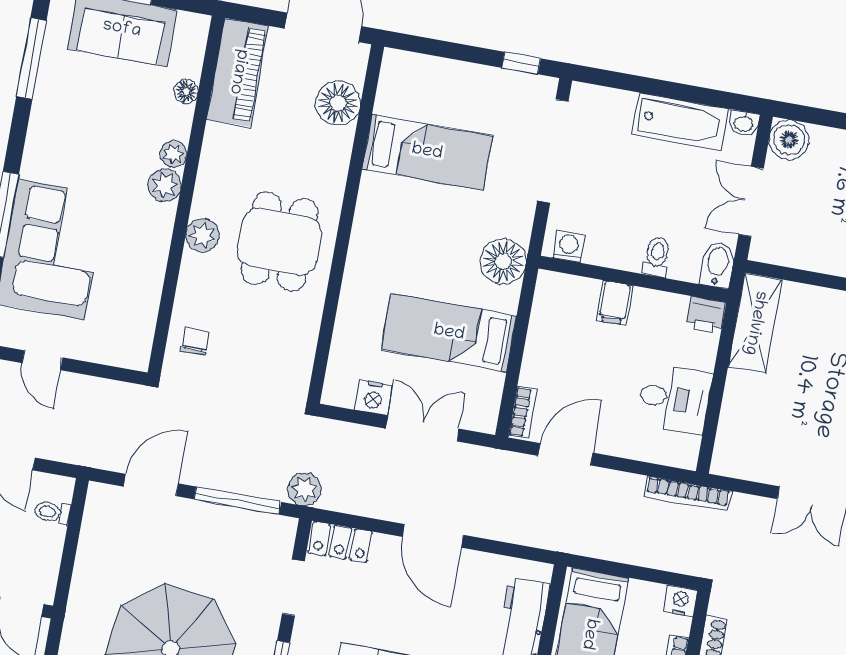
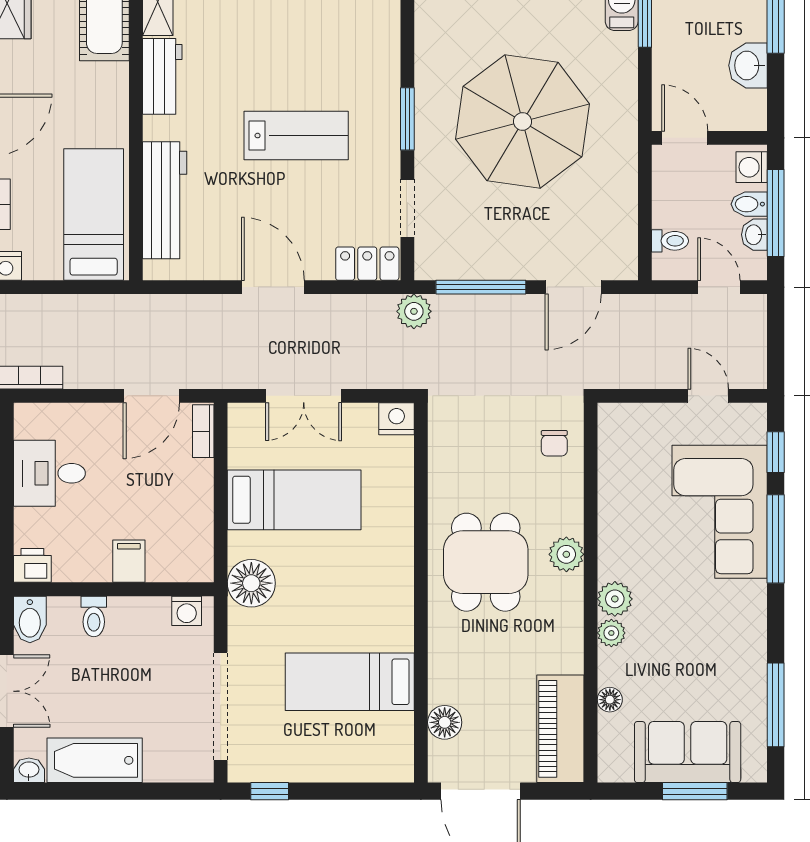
floor lamp: (338, 103) -> (445, 722), width x0.73, depth x0.73
nightstand: (373, 398) -> (397, 419), moved

